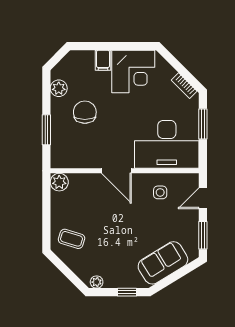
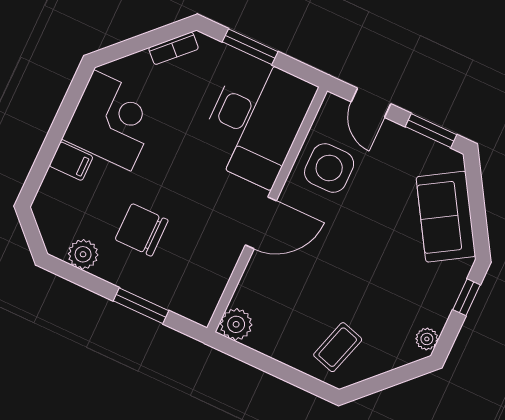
side table: (160, 192) -> (329, 168), width x1.87, depth x1.87

